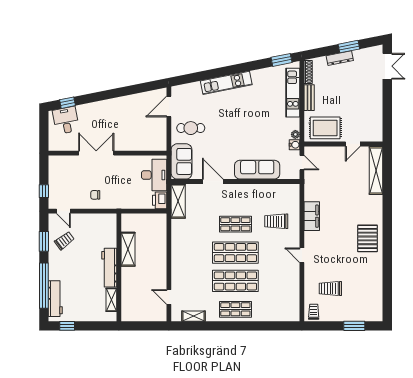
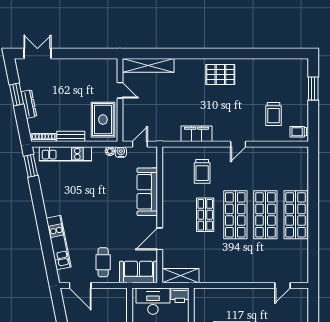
kitchen unit: (226, 83) -> (59, 243), moved
shop shelf: (235, 309) -> (296, 215), width x1.43, depth x1.36
shelving: (193, 316) -> (303, 259), removed

